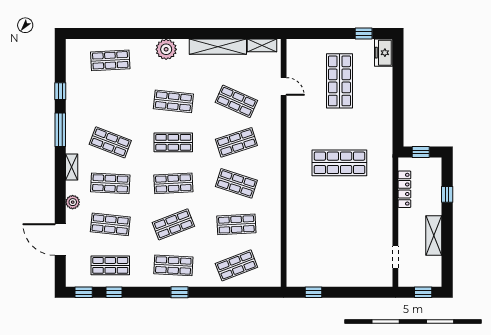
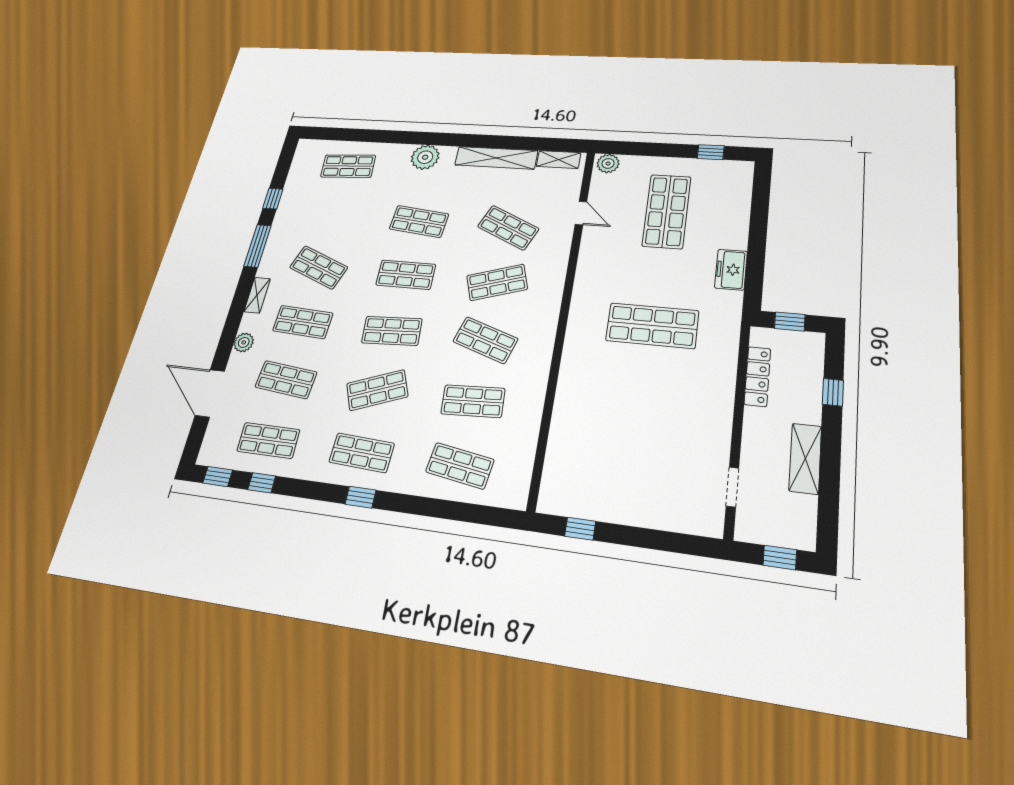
plant: (296, 47) -> (608, 163), added
freezer: (384, 53) -> (731, 270), moved
shop shelf: (236, 265) -> (460, 466), turned 30

